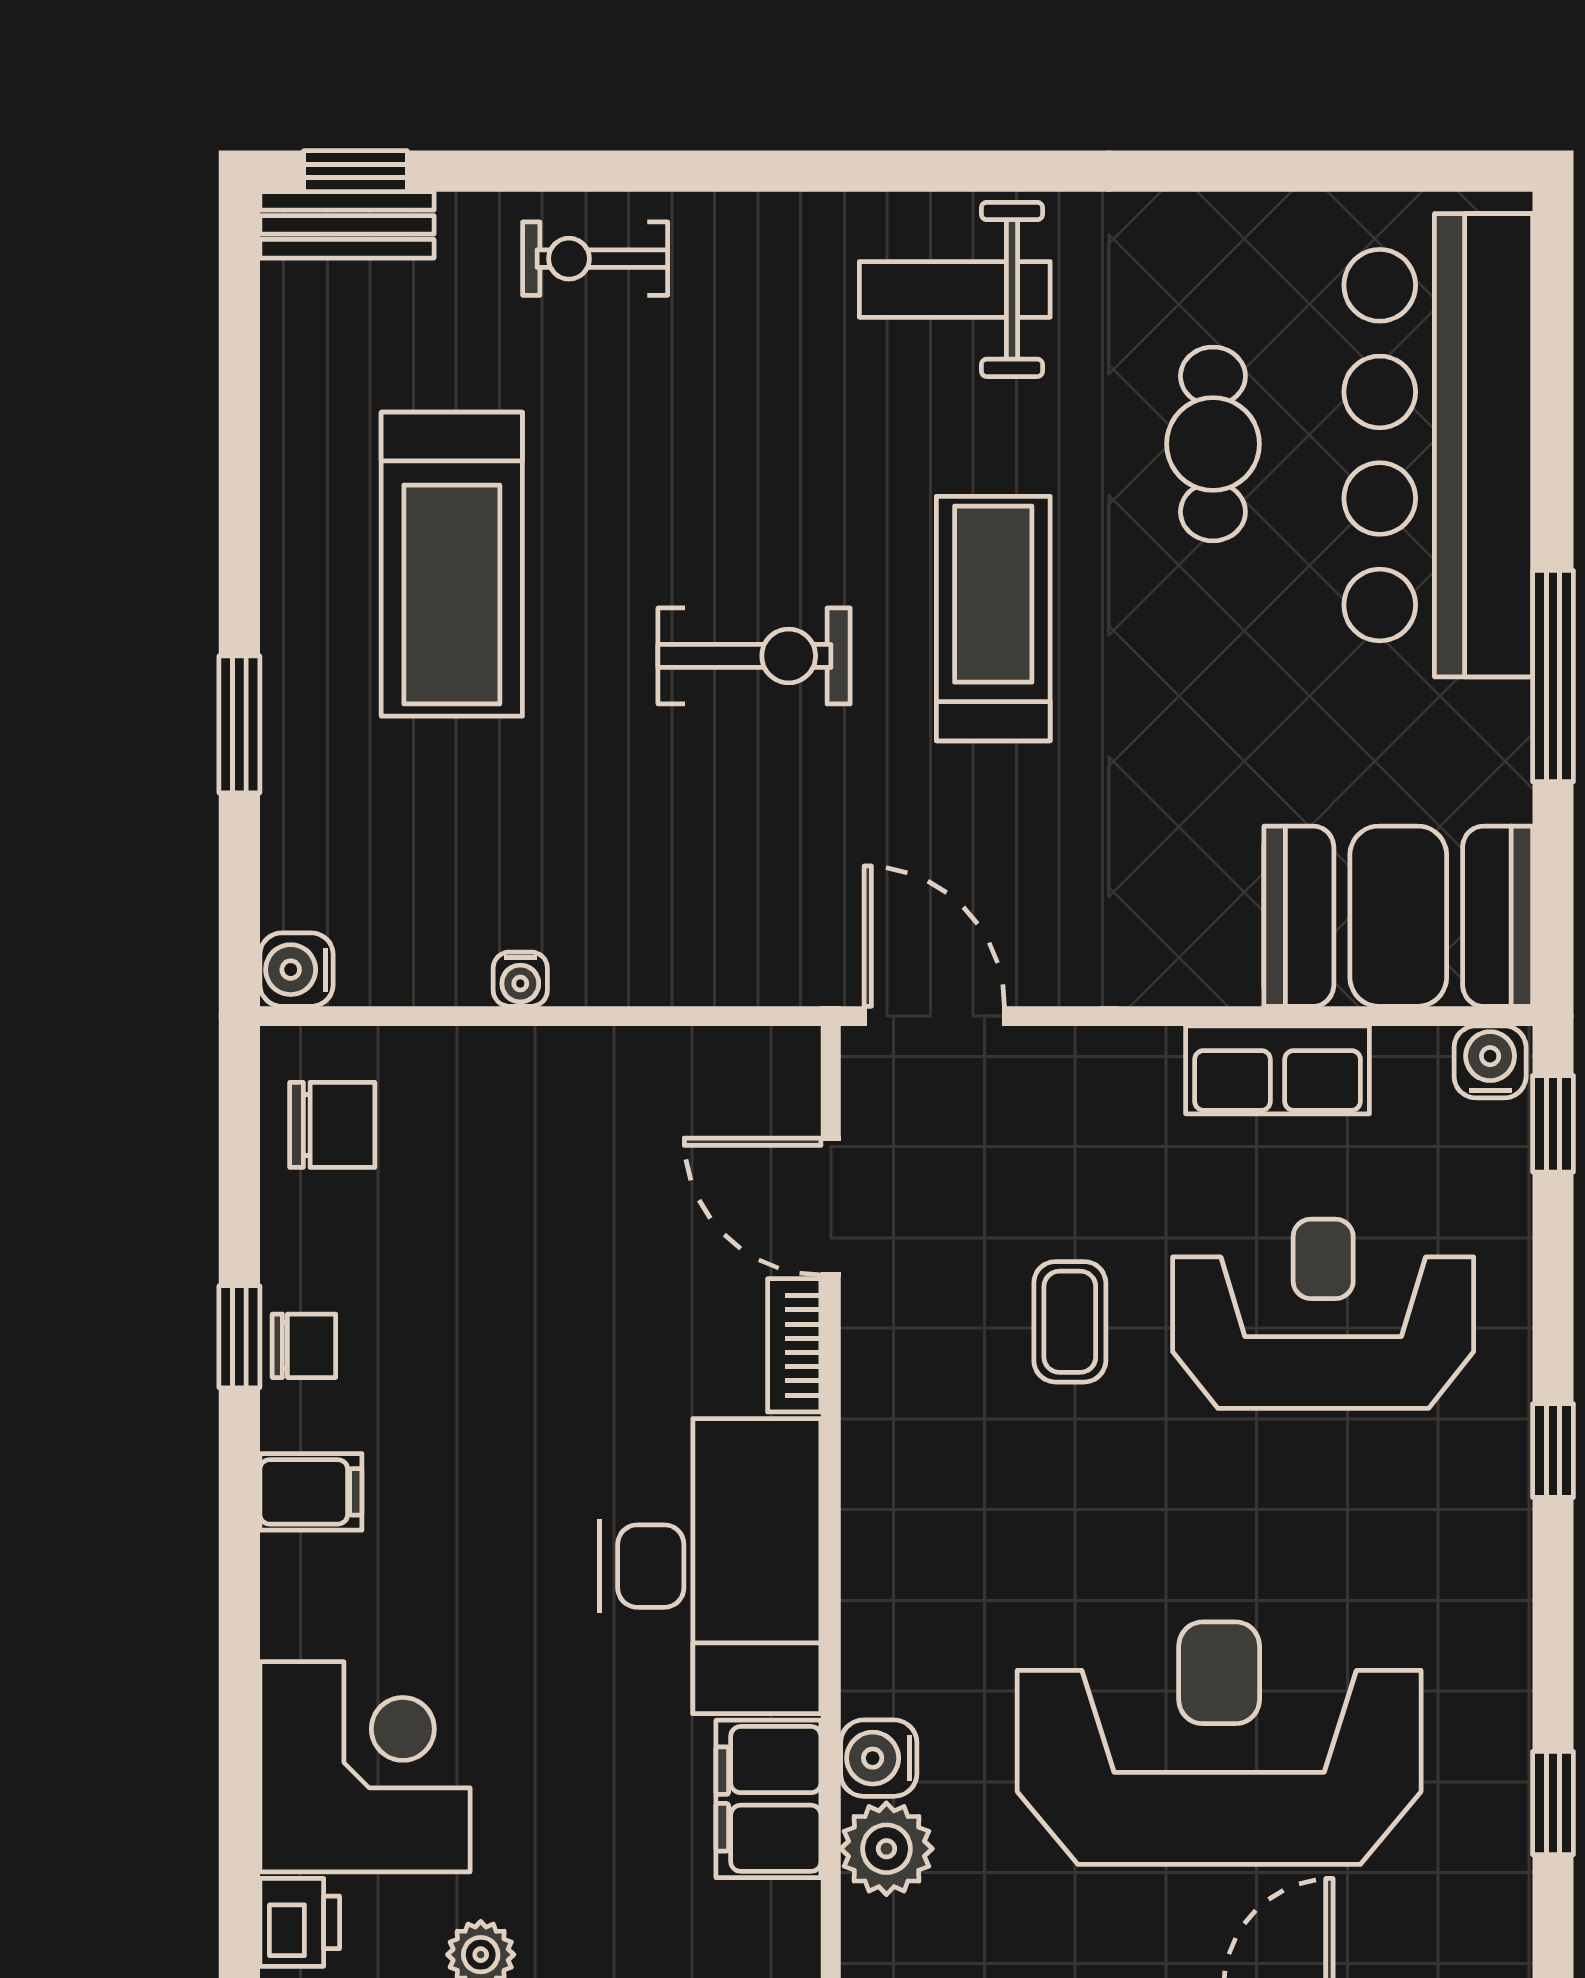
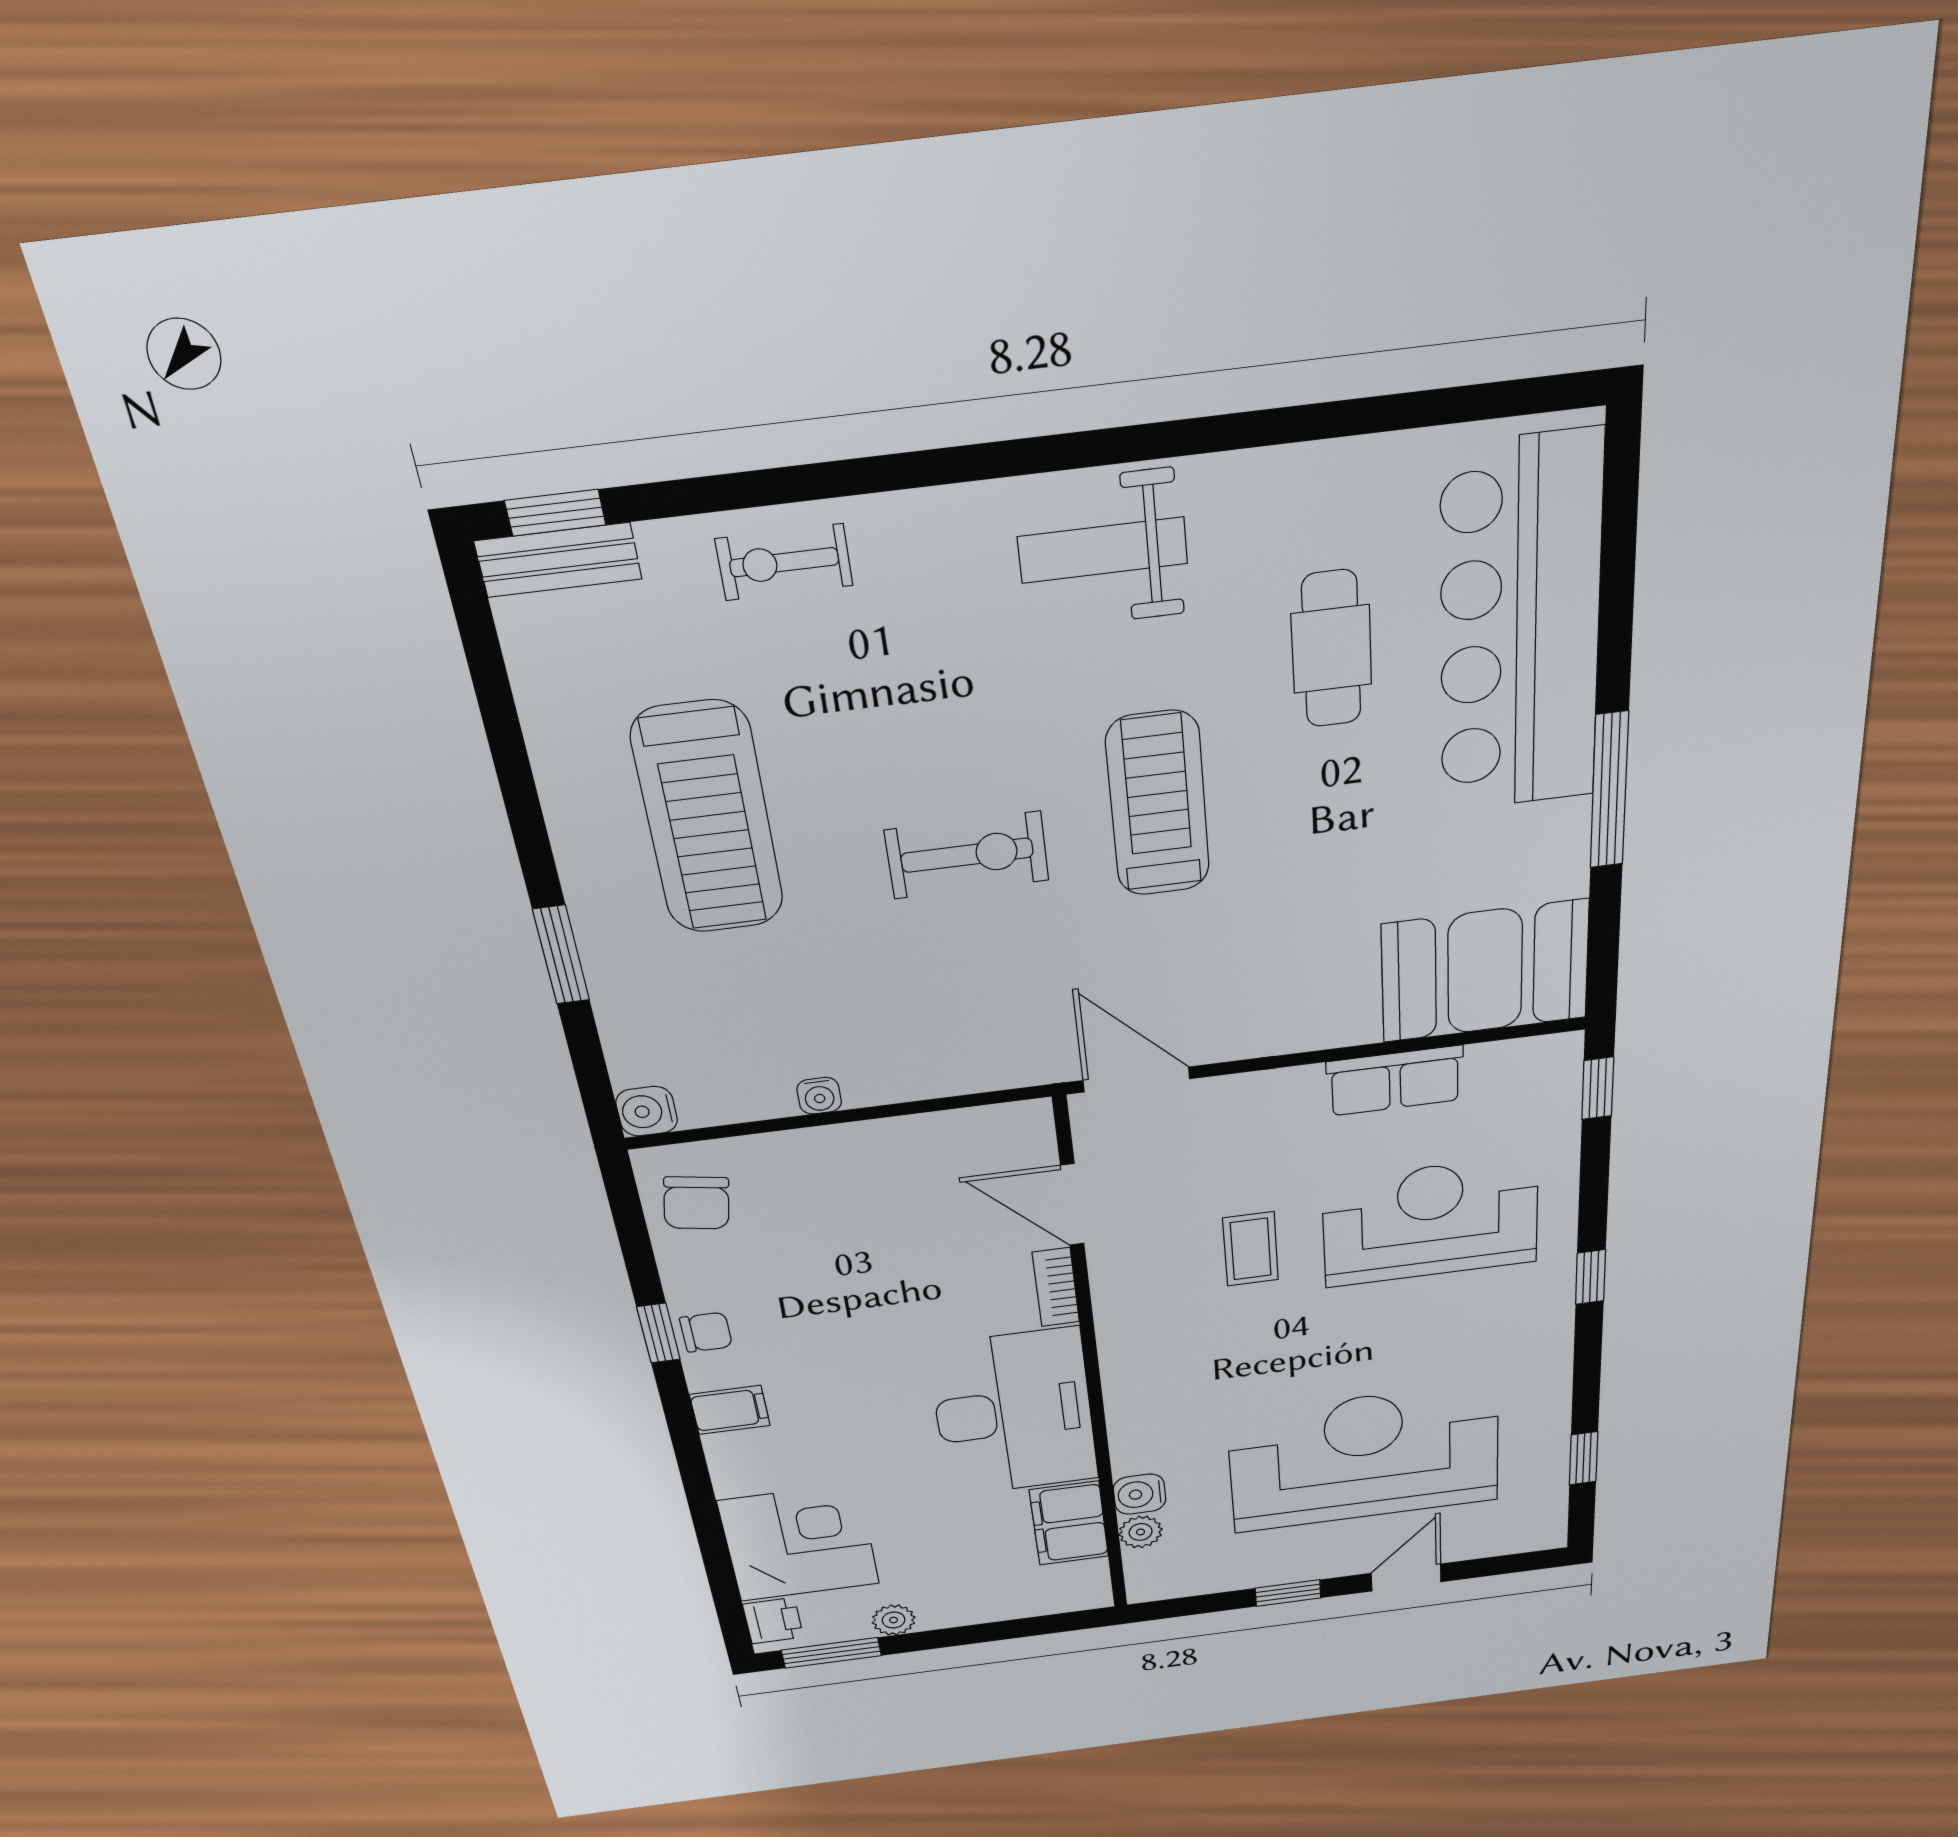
water cooler: (1490, 1062) -> (1553, 1056), removed
chair: (332, 1125) -> (696, 1203), turned 100
plant: (886, 1849) -> (1141, 1532), width x0.73, depth x0.73

